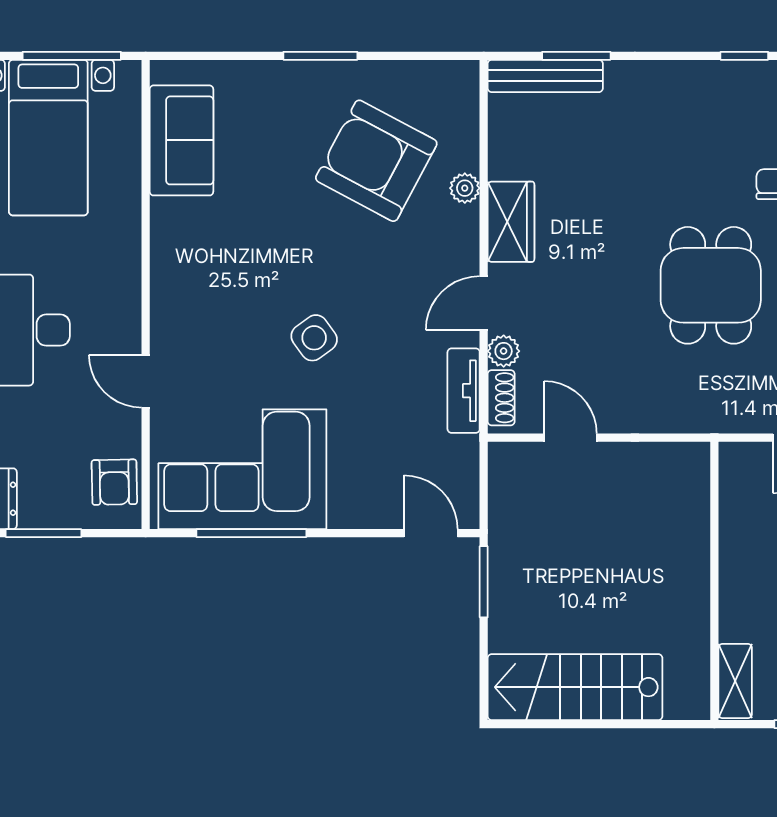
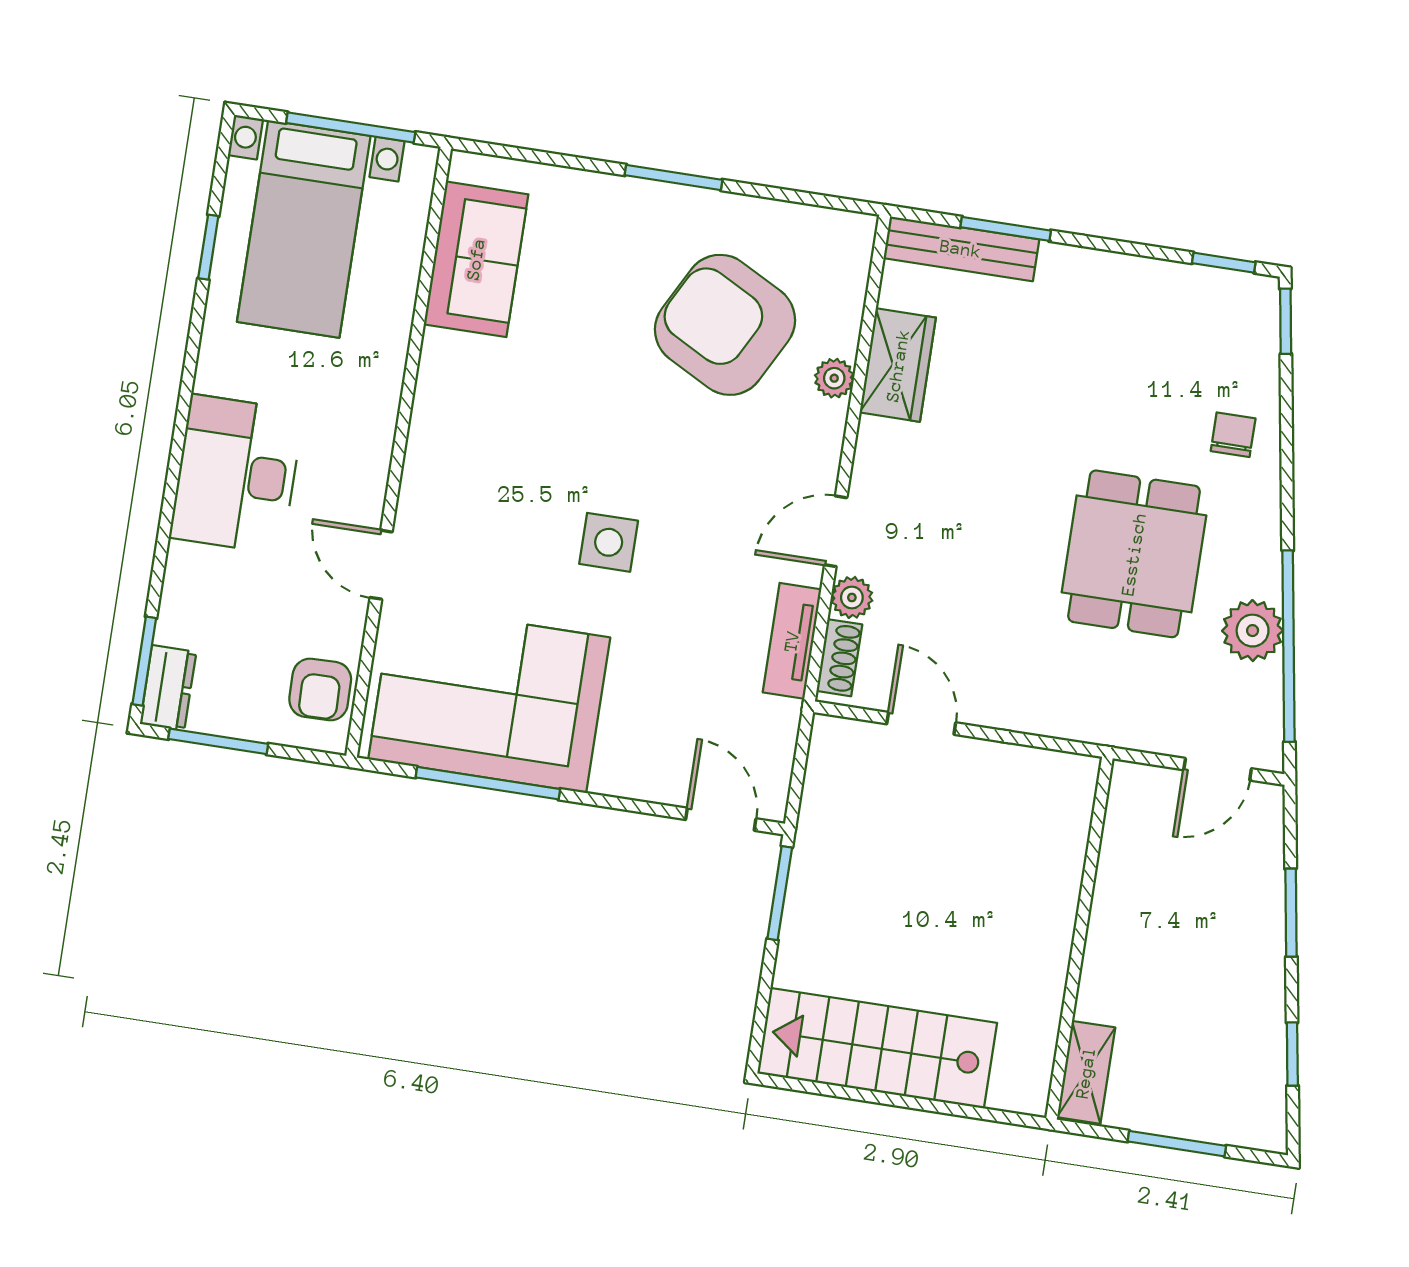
wardrobe: (511, 222) -> (898, 365), moved
side table: (314, 338) -> (609, 542), turned 36

